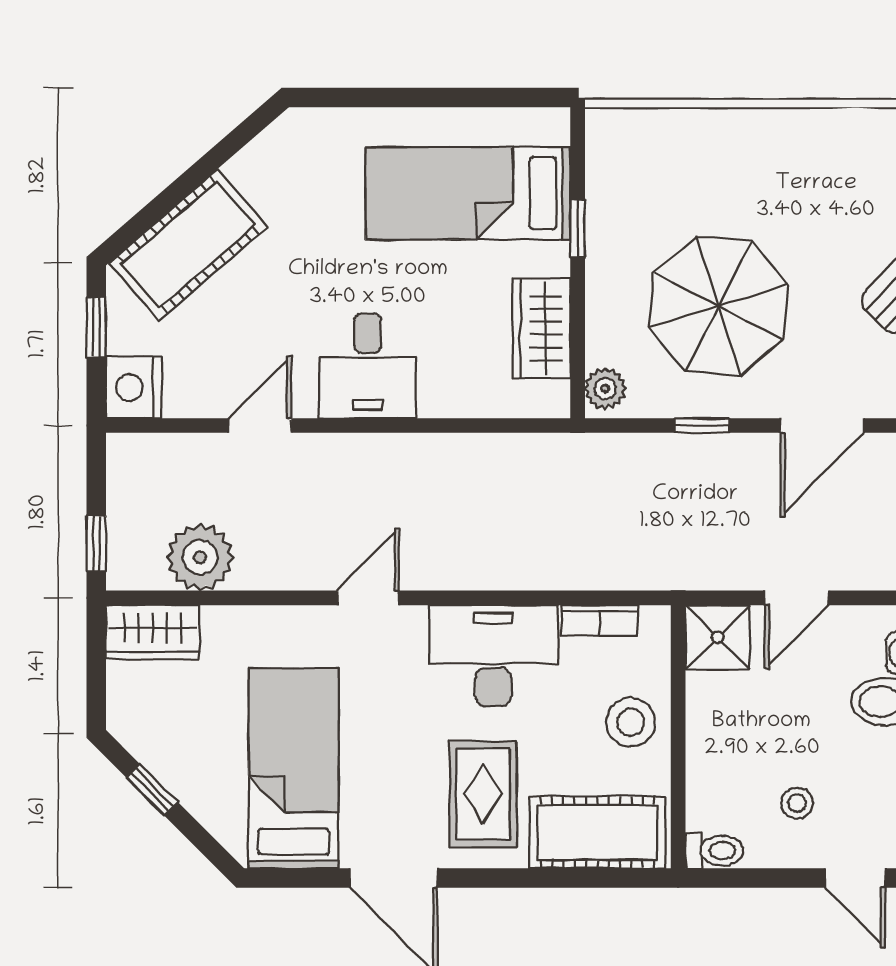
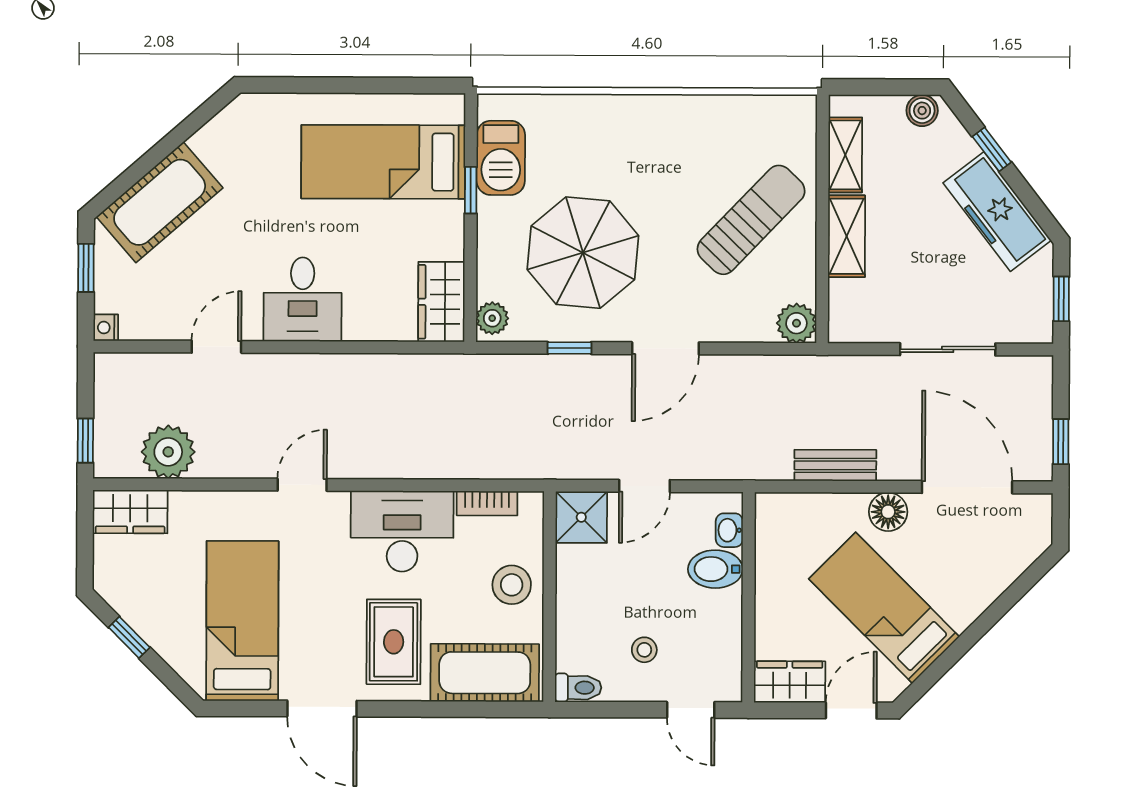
barbecue: (615, 188) -> (501, 158), added
wardrobe: (541, 328) -> (441, 302), moved
nightstand: (134, 387) -> (106, 328), width x0.53, depth x0.56

